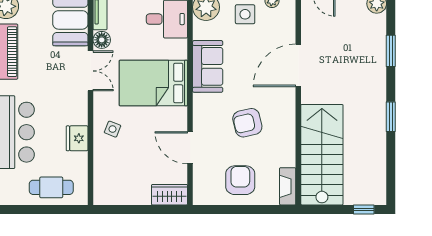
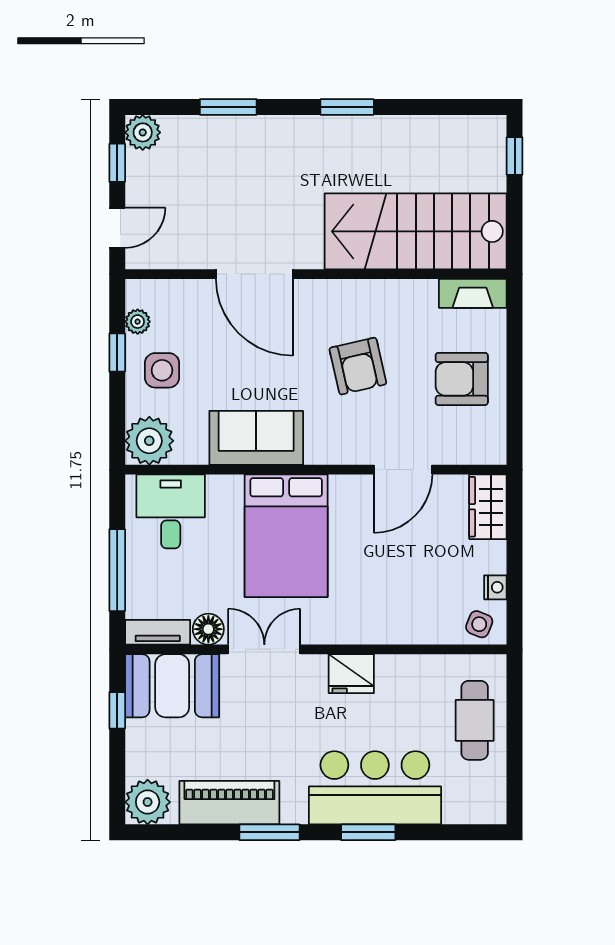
side table: (113, 129) -> (479, 624), moved
fridge: (77, 138) -> (351, 674), moved
nightstand: (125, 199) -> (495, 587), added

